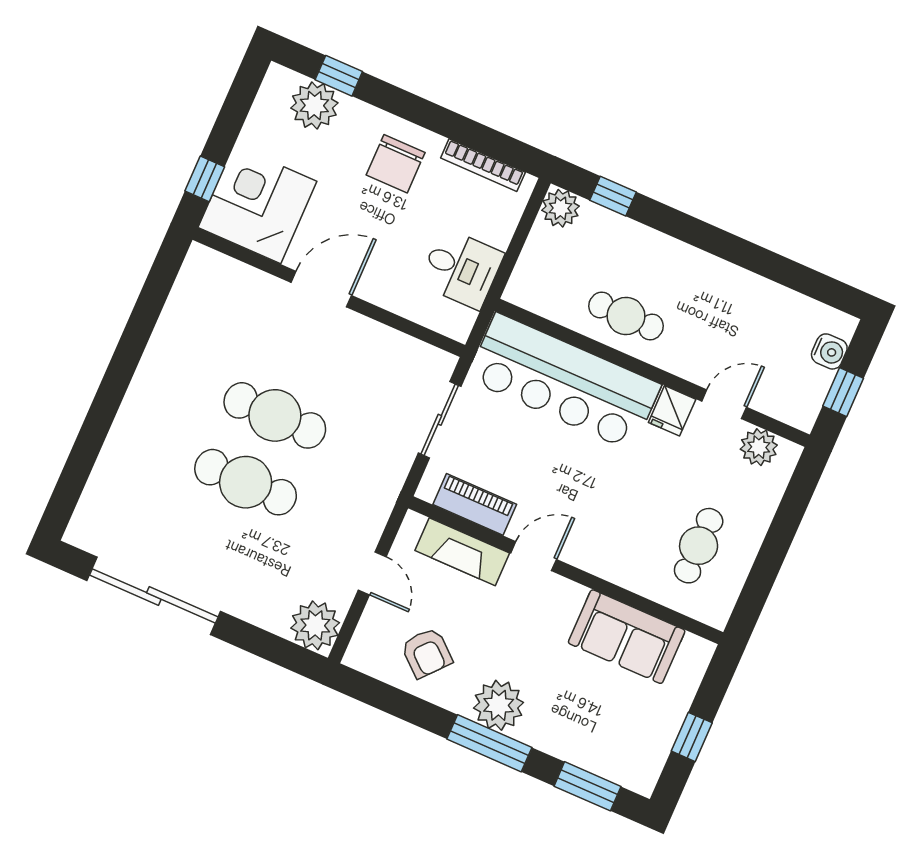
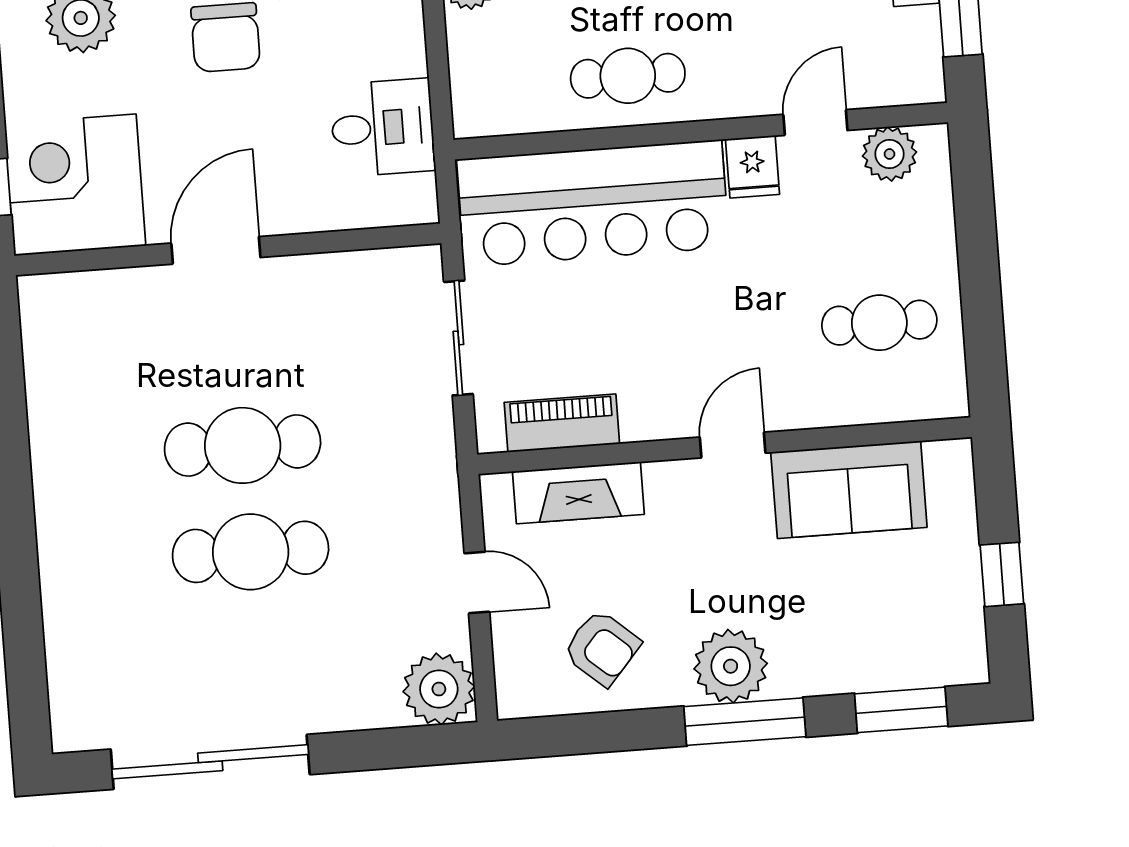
cafe table: (699, 546) -> (879, 323), turned 90
door: (534, 556) -> (733, 445), moved

